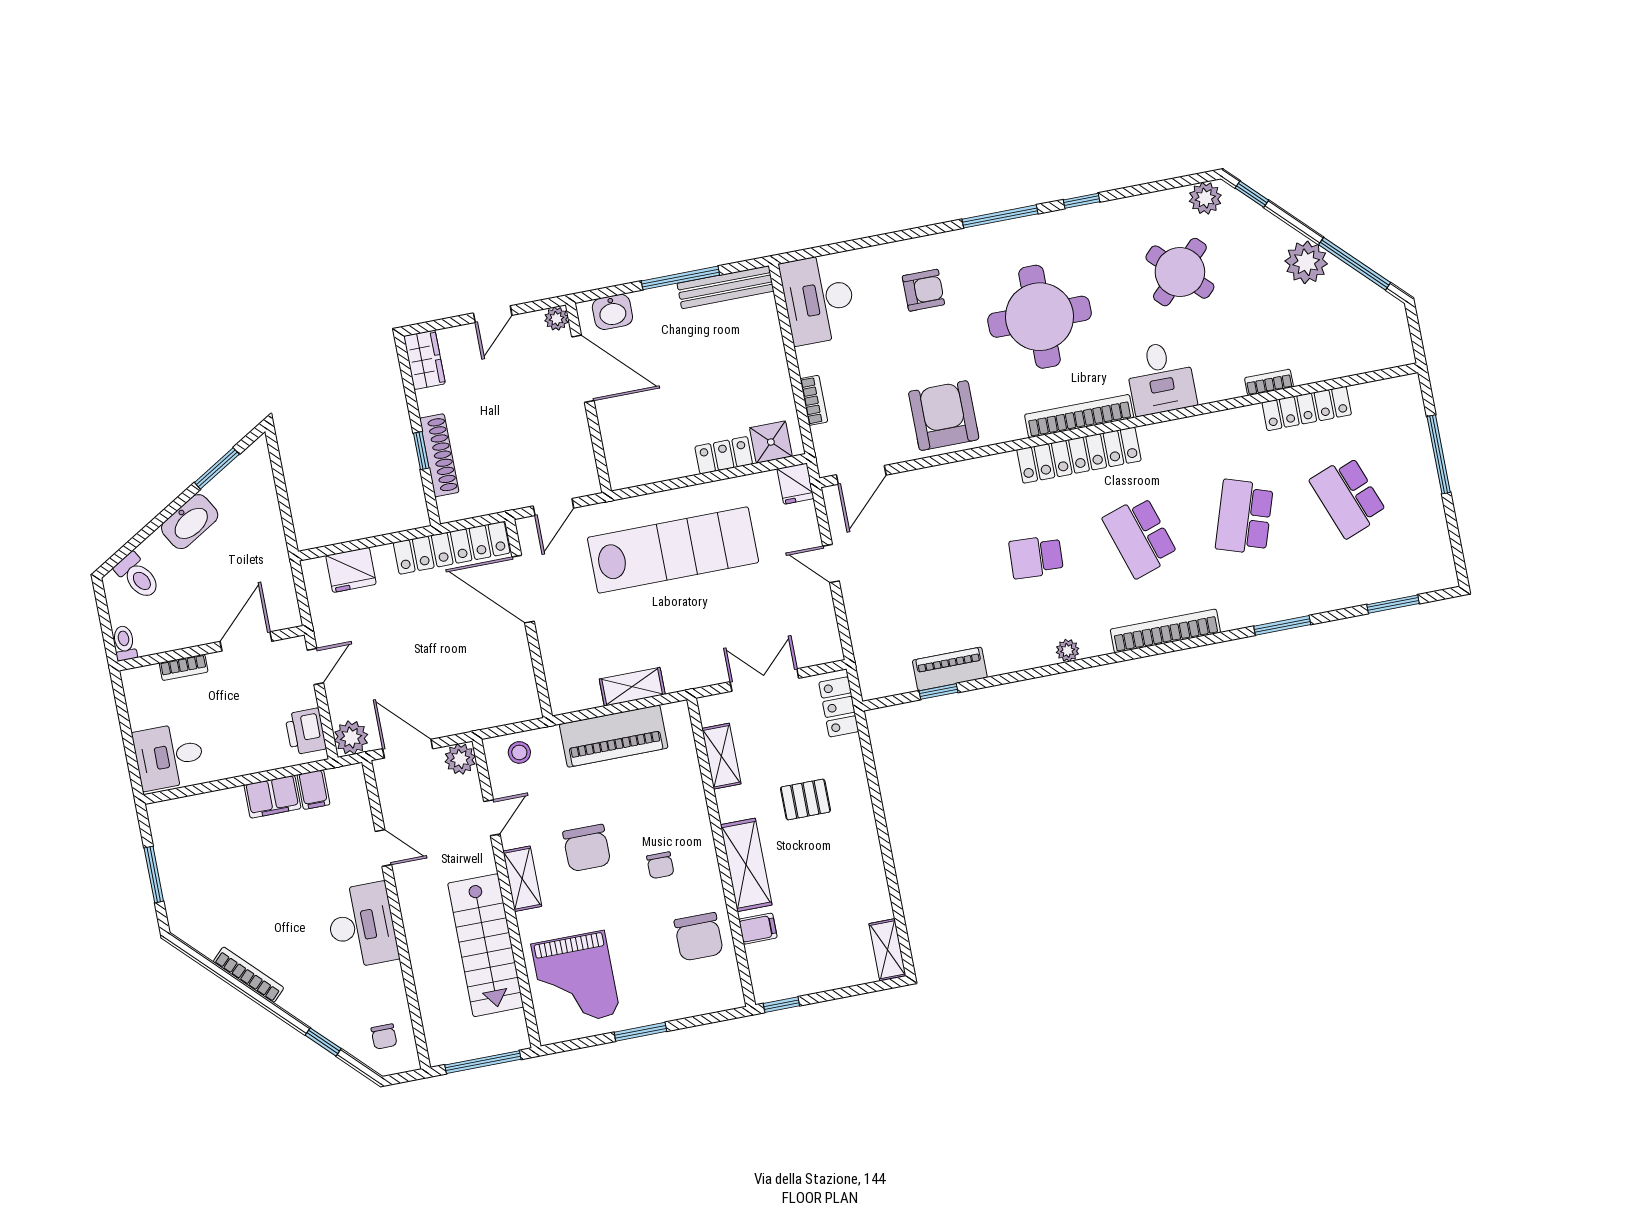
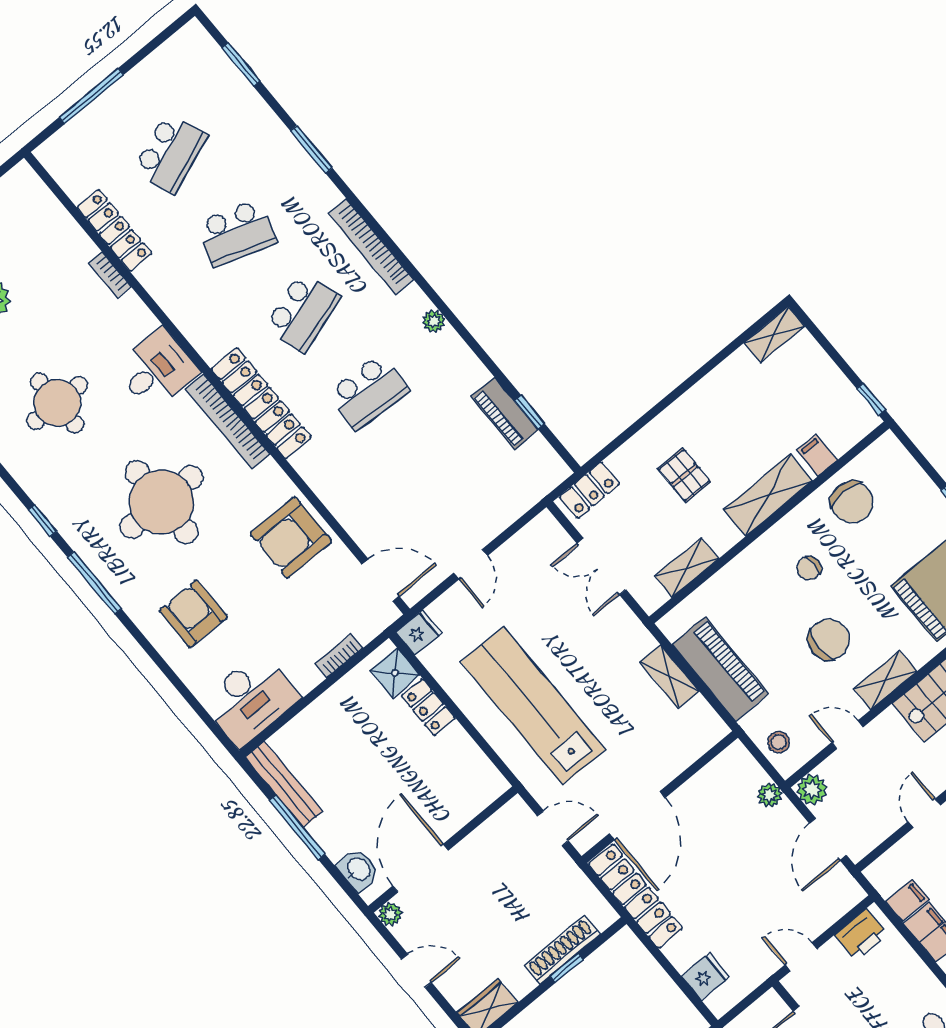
round table: (1180, 272) -> (57, 403), turned 45
armchair: (923, 290) -> (193, 614), width x1.38, depth x1.38
school desk: (1036, 557) -> (368, 392), width x1.85
fridge: (351, 570) -> (705, 976), width x0.72
plant: (351, 738) -> (770, 795), moved, width x0.73, depth x0.73
chair: (660, 865) -> (809, 568), turned 180
chair: (699, 937) -> (852, 502), turned 90

